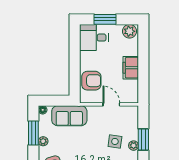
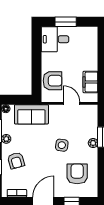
plant: (129, 31) -> (89, 33), removed
filing cabinet: (131, 68) -> (90, 82), moved
side table: (115, 141) -> (62, 145), moved

